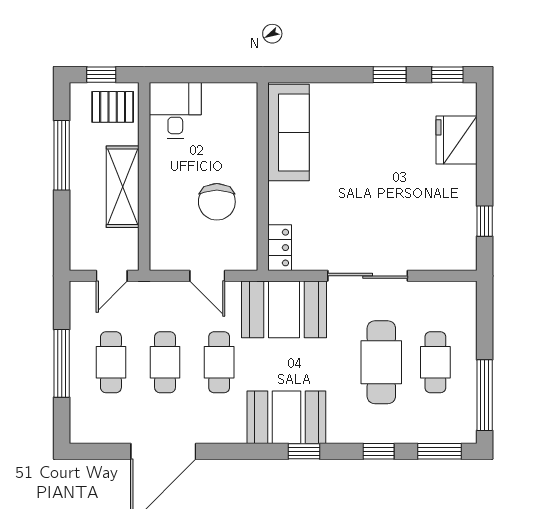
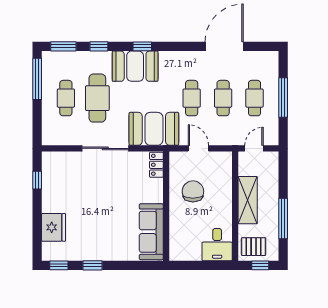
booth: (286, 417) -> (135, 66), moved

